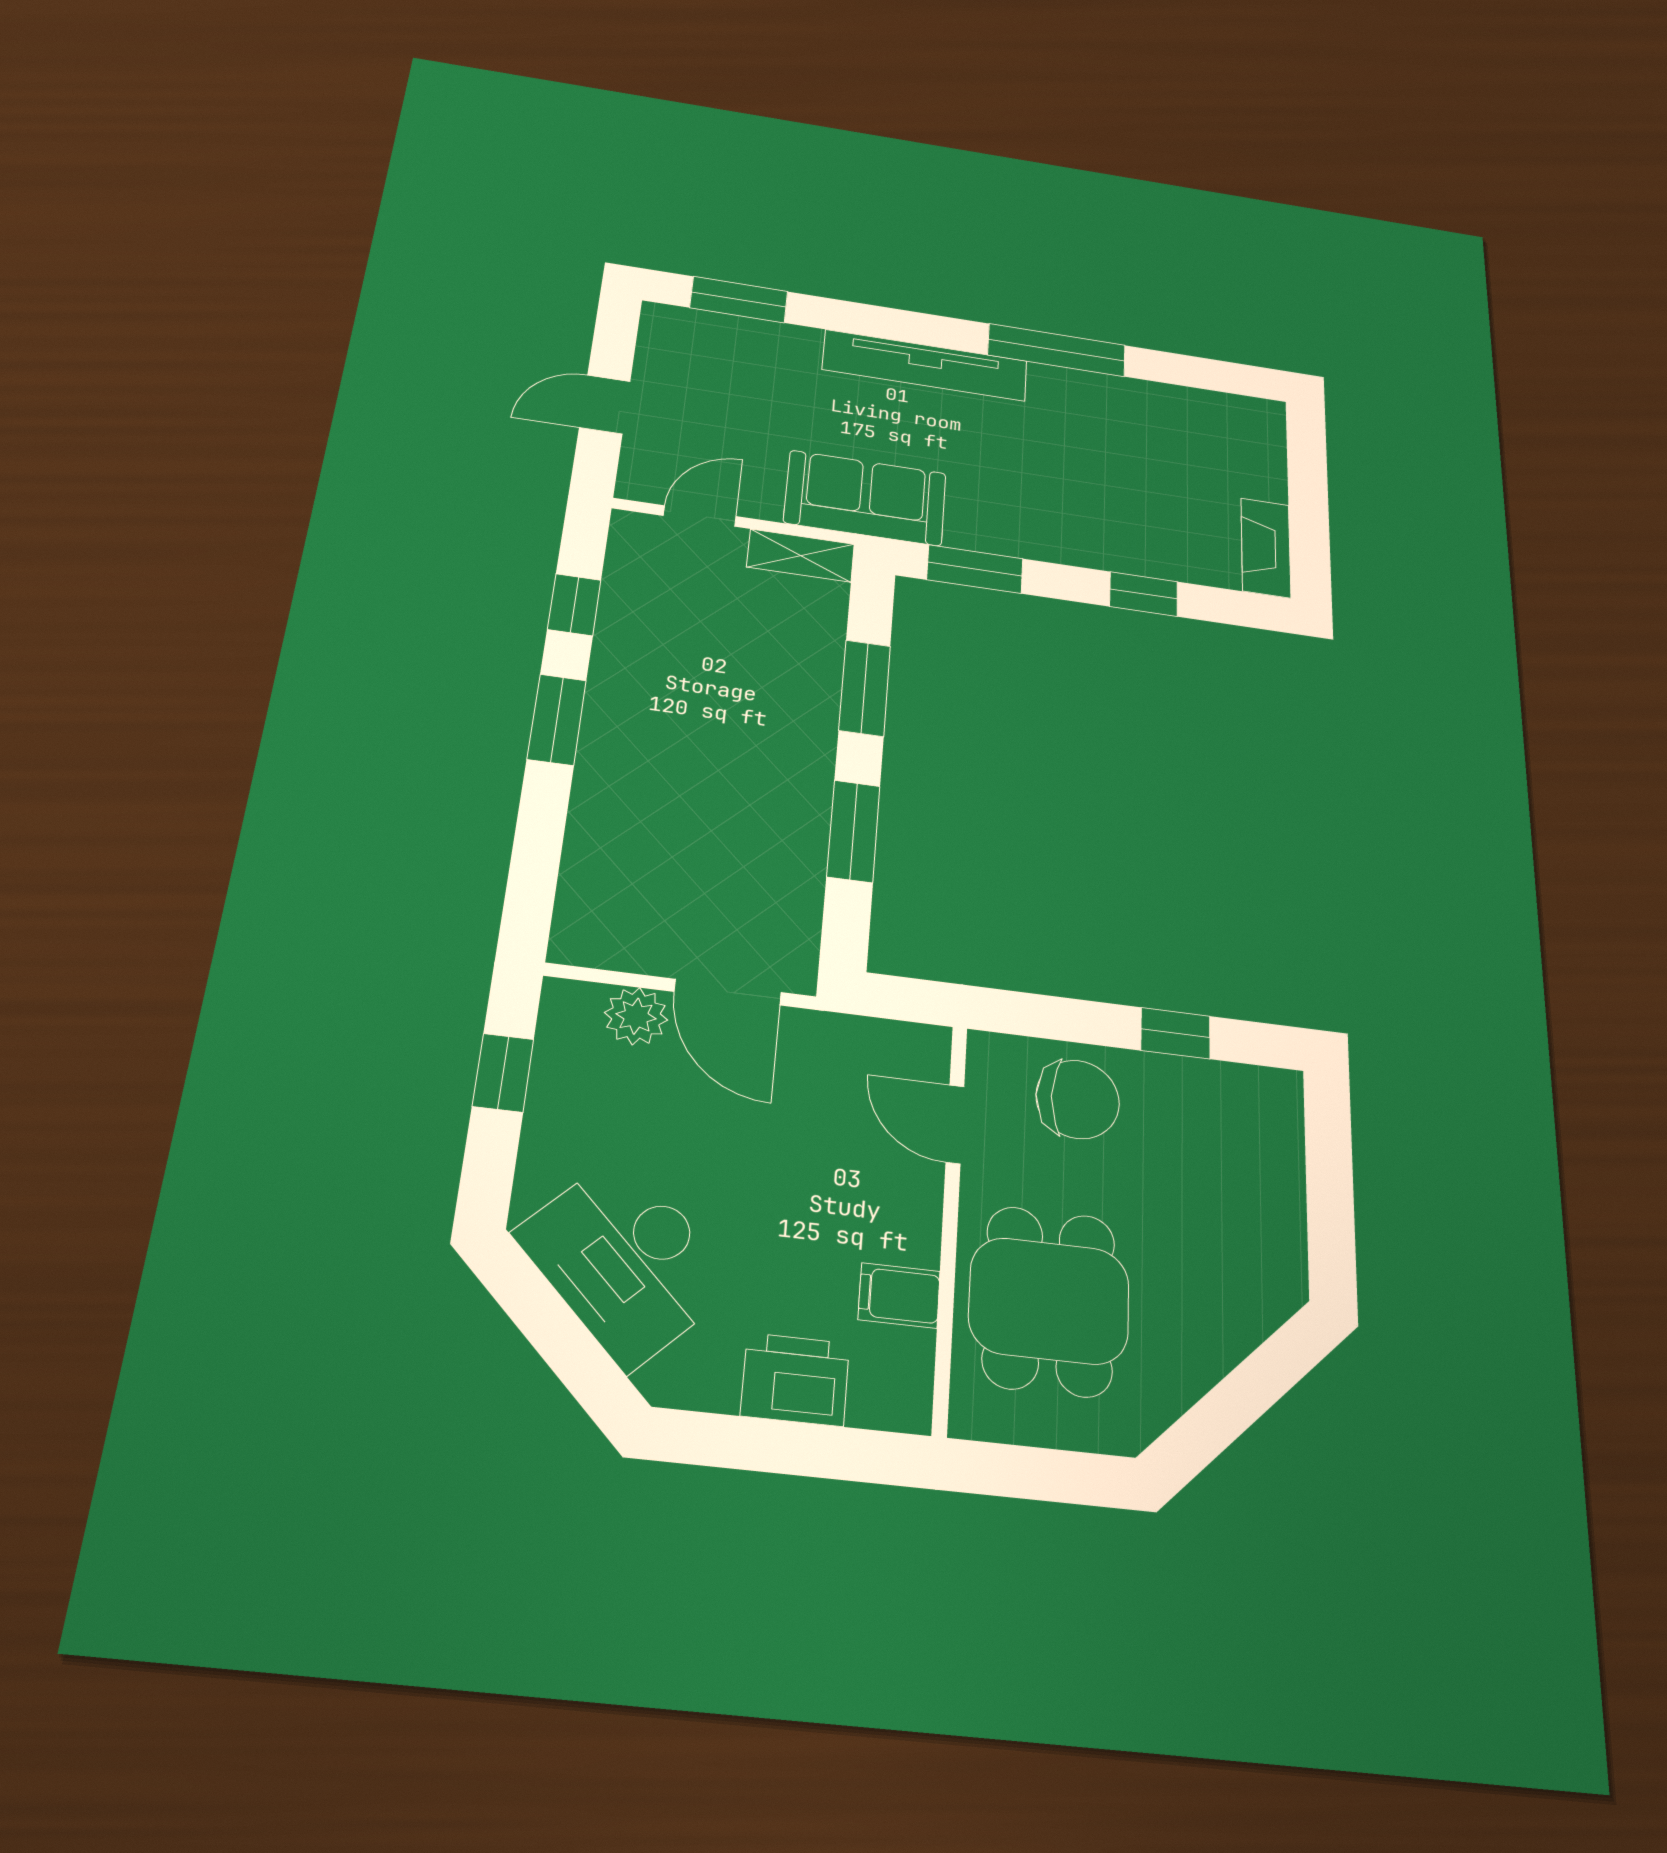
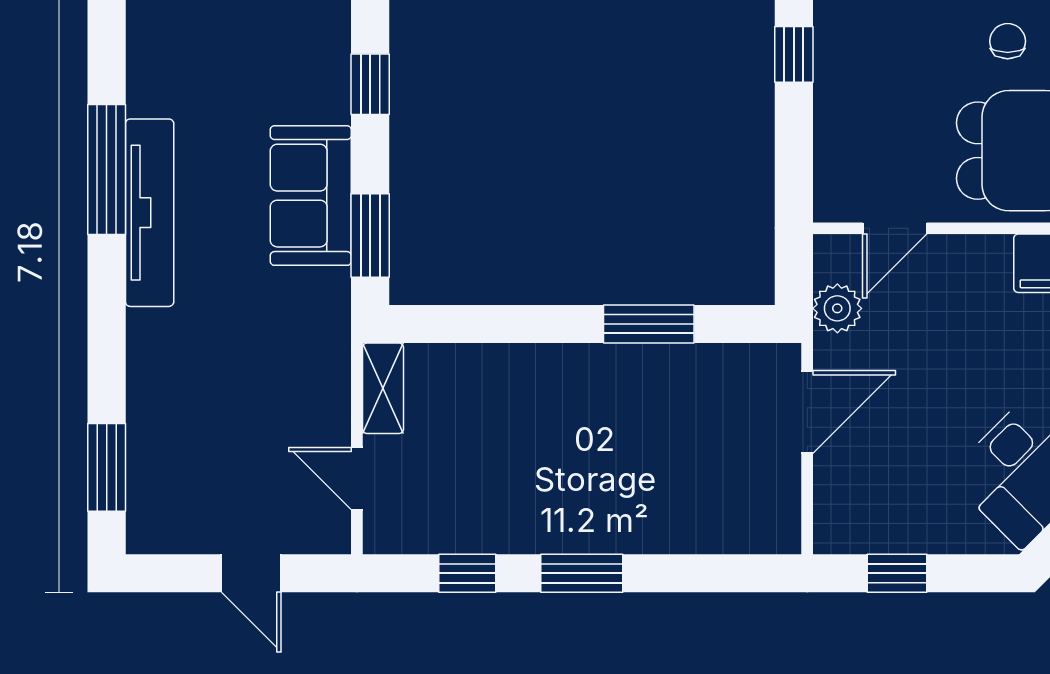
tv unit: (925, 365) -> (150, 213), moved
sofa: (865, 498) -> (311, 196), moved
window: (865, 688) -> (509, 324), removed
plant: (636, 1016) -> (837, 308), moved
chair: (1078, 1099) -> (1008, 41), moved, width x0.54, depth x0.54

